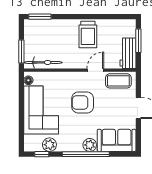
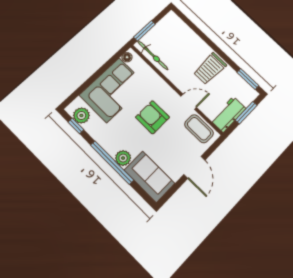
window: (40, 17) -> (248, 79), moved
plant: (49, 145) -> (81, 115), moved

